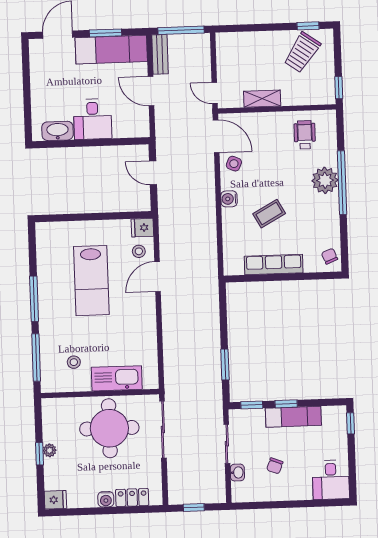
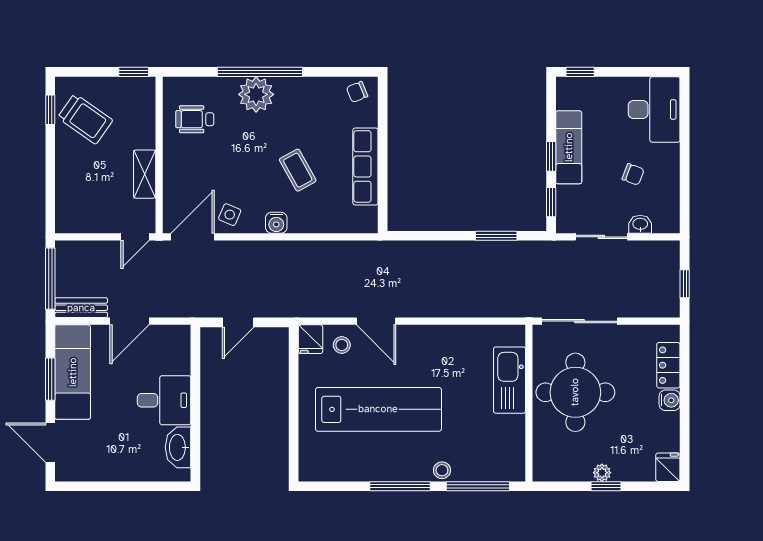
lab bench: (91, 281) -> (378, 409), width x1.36
stool: (74, 362) -> (442, 470), moved
desk: (331, 480) -> (654, 109), width x1.37

